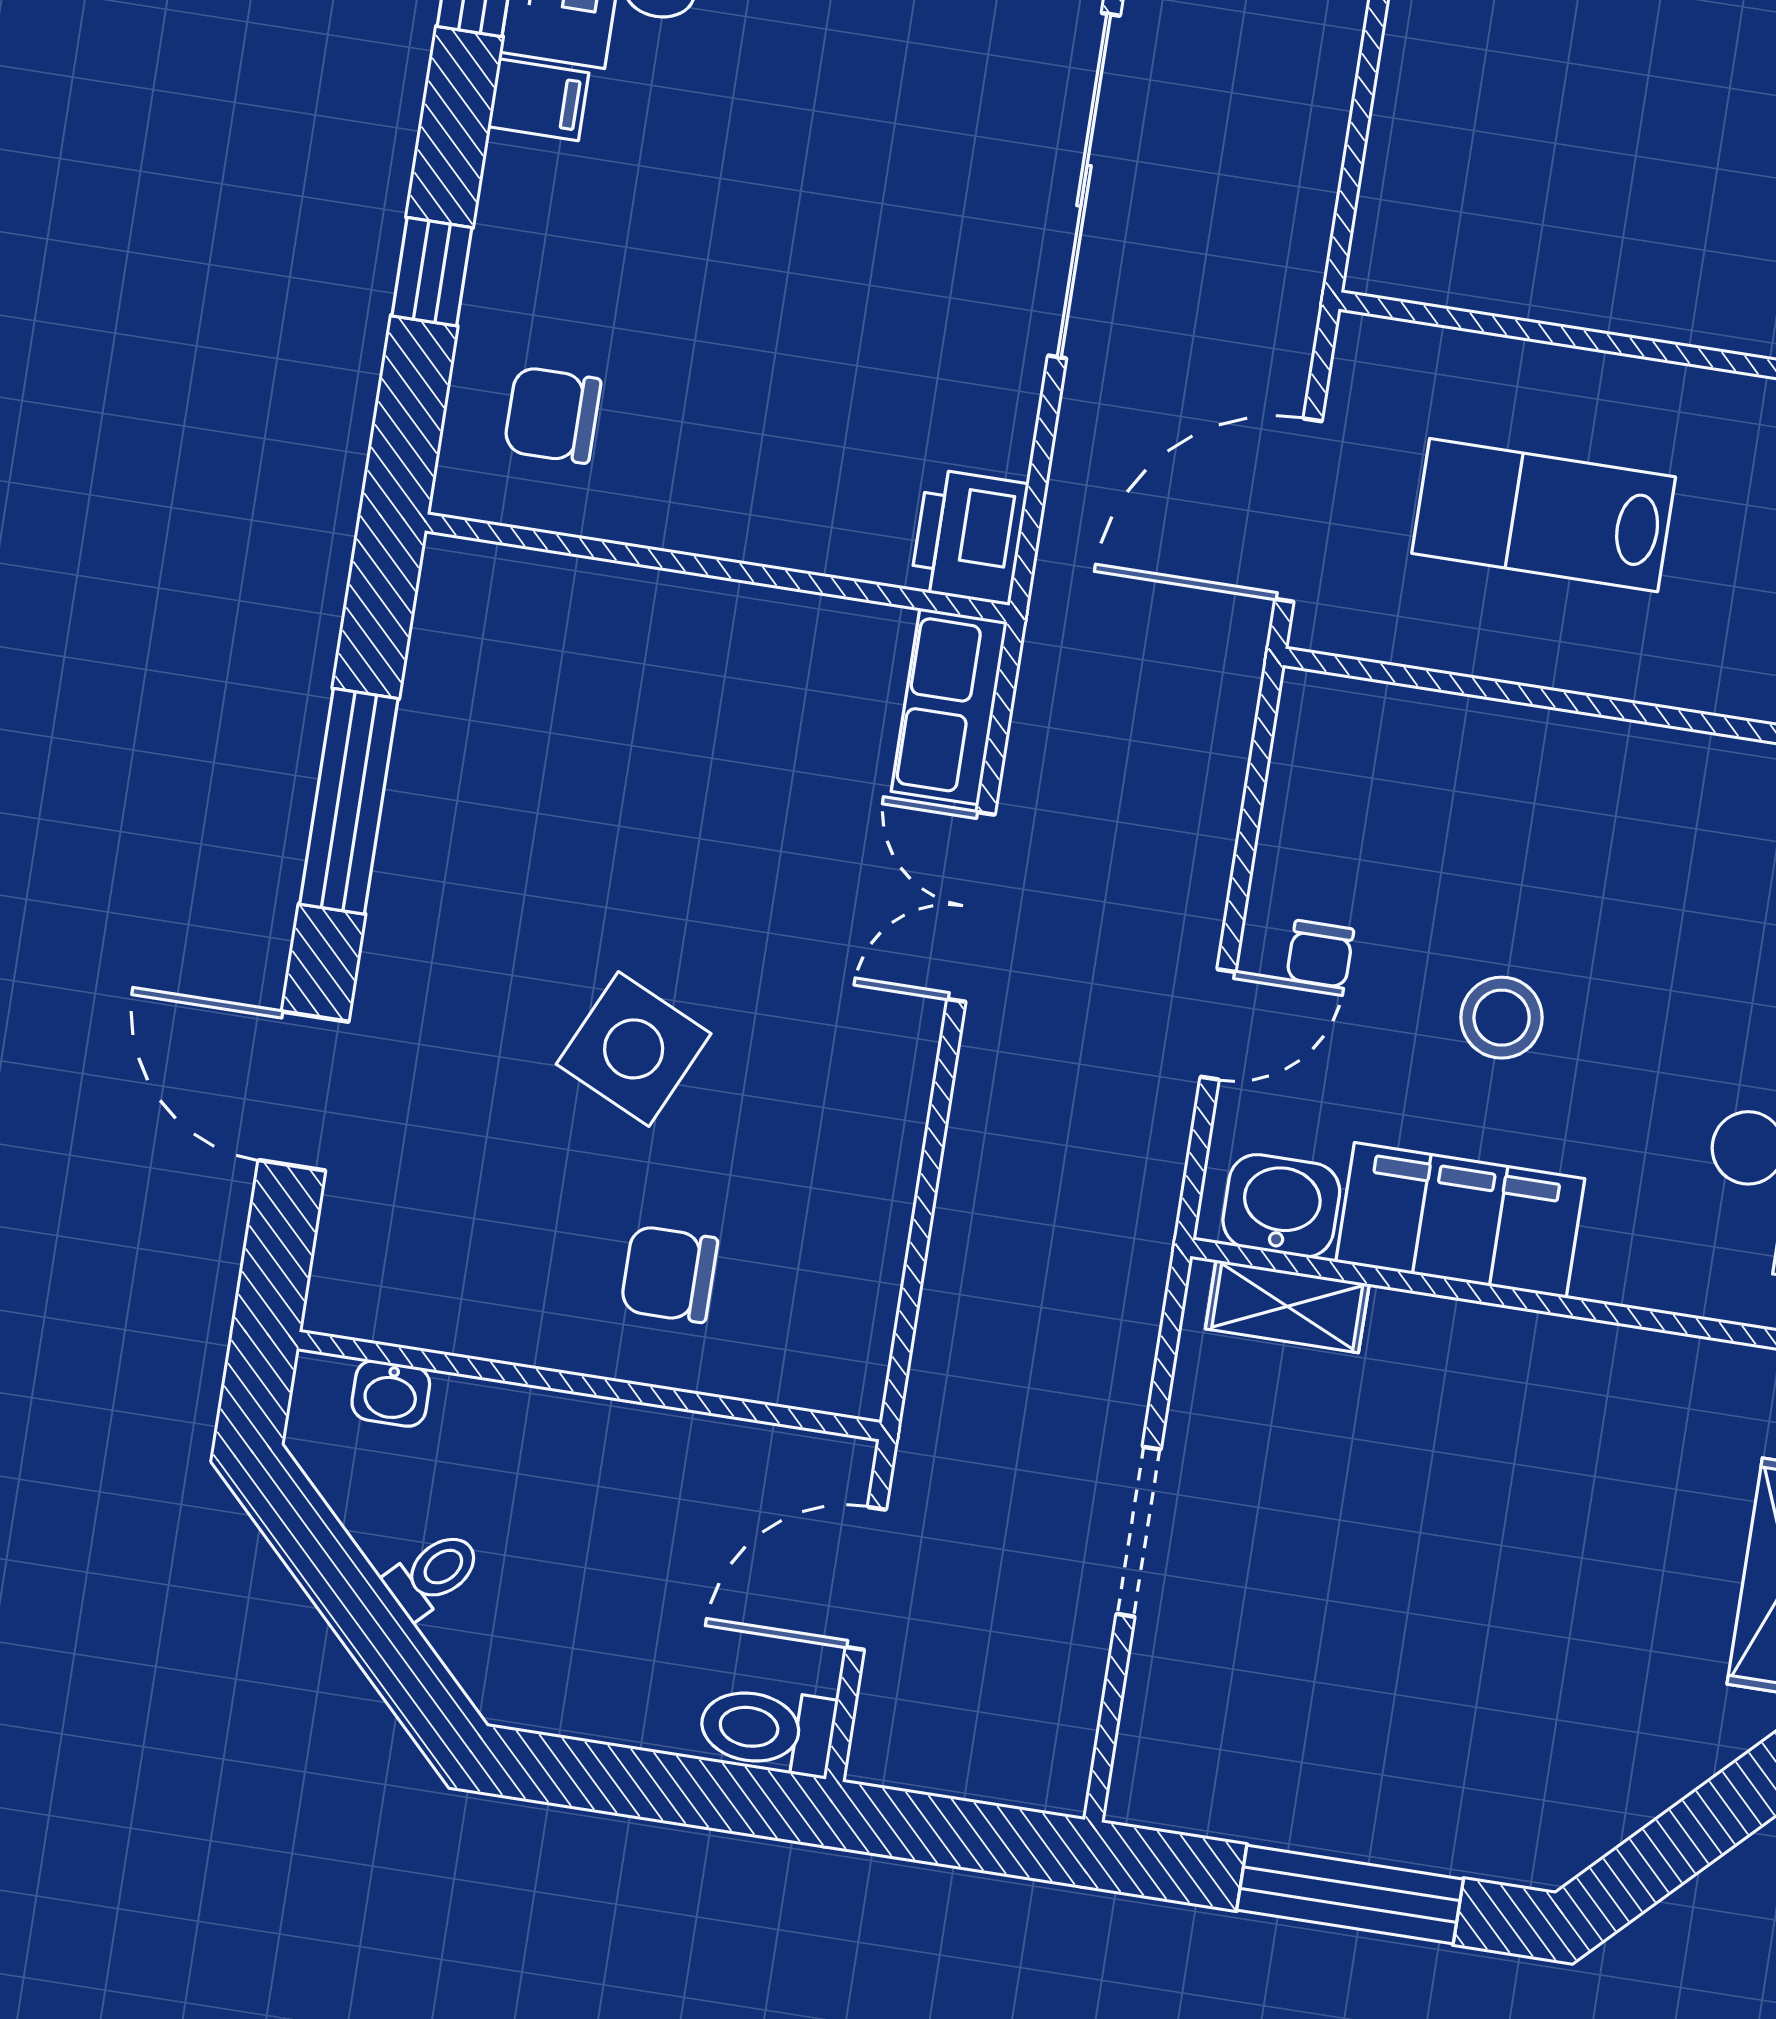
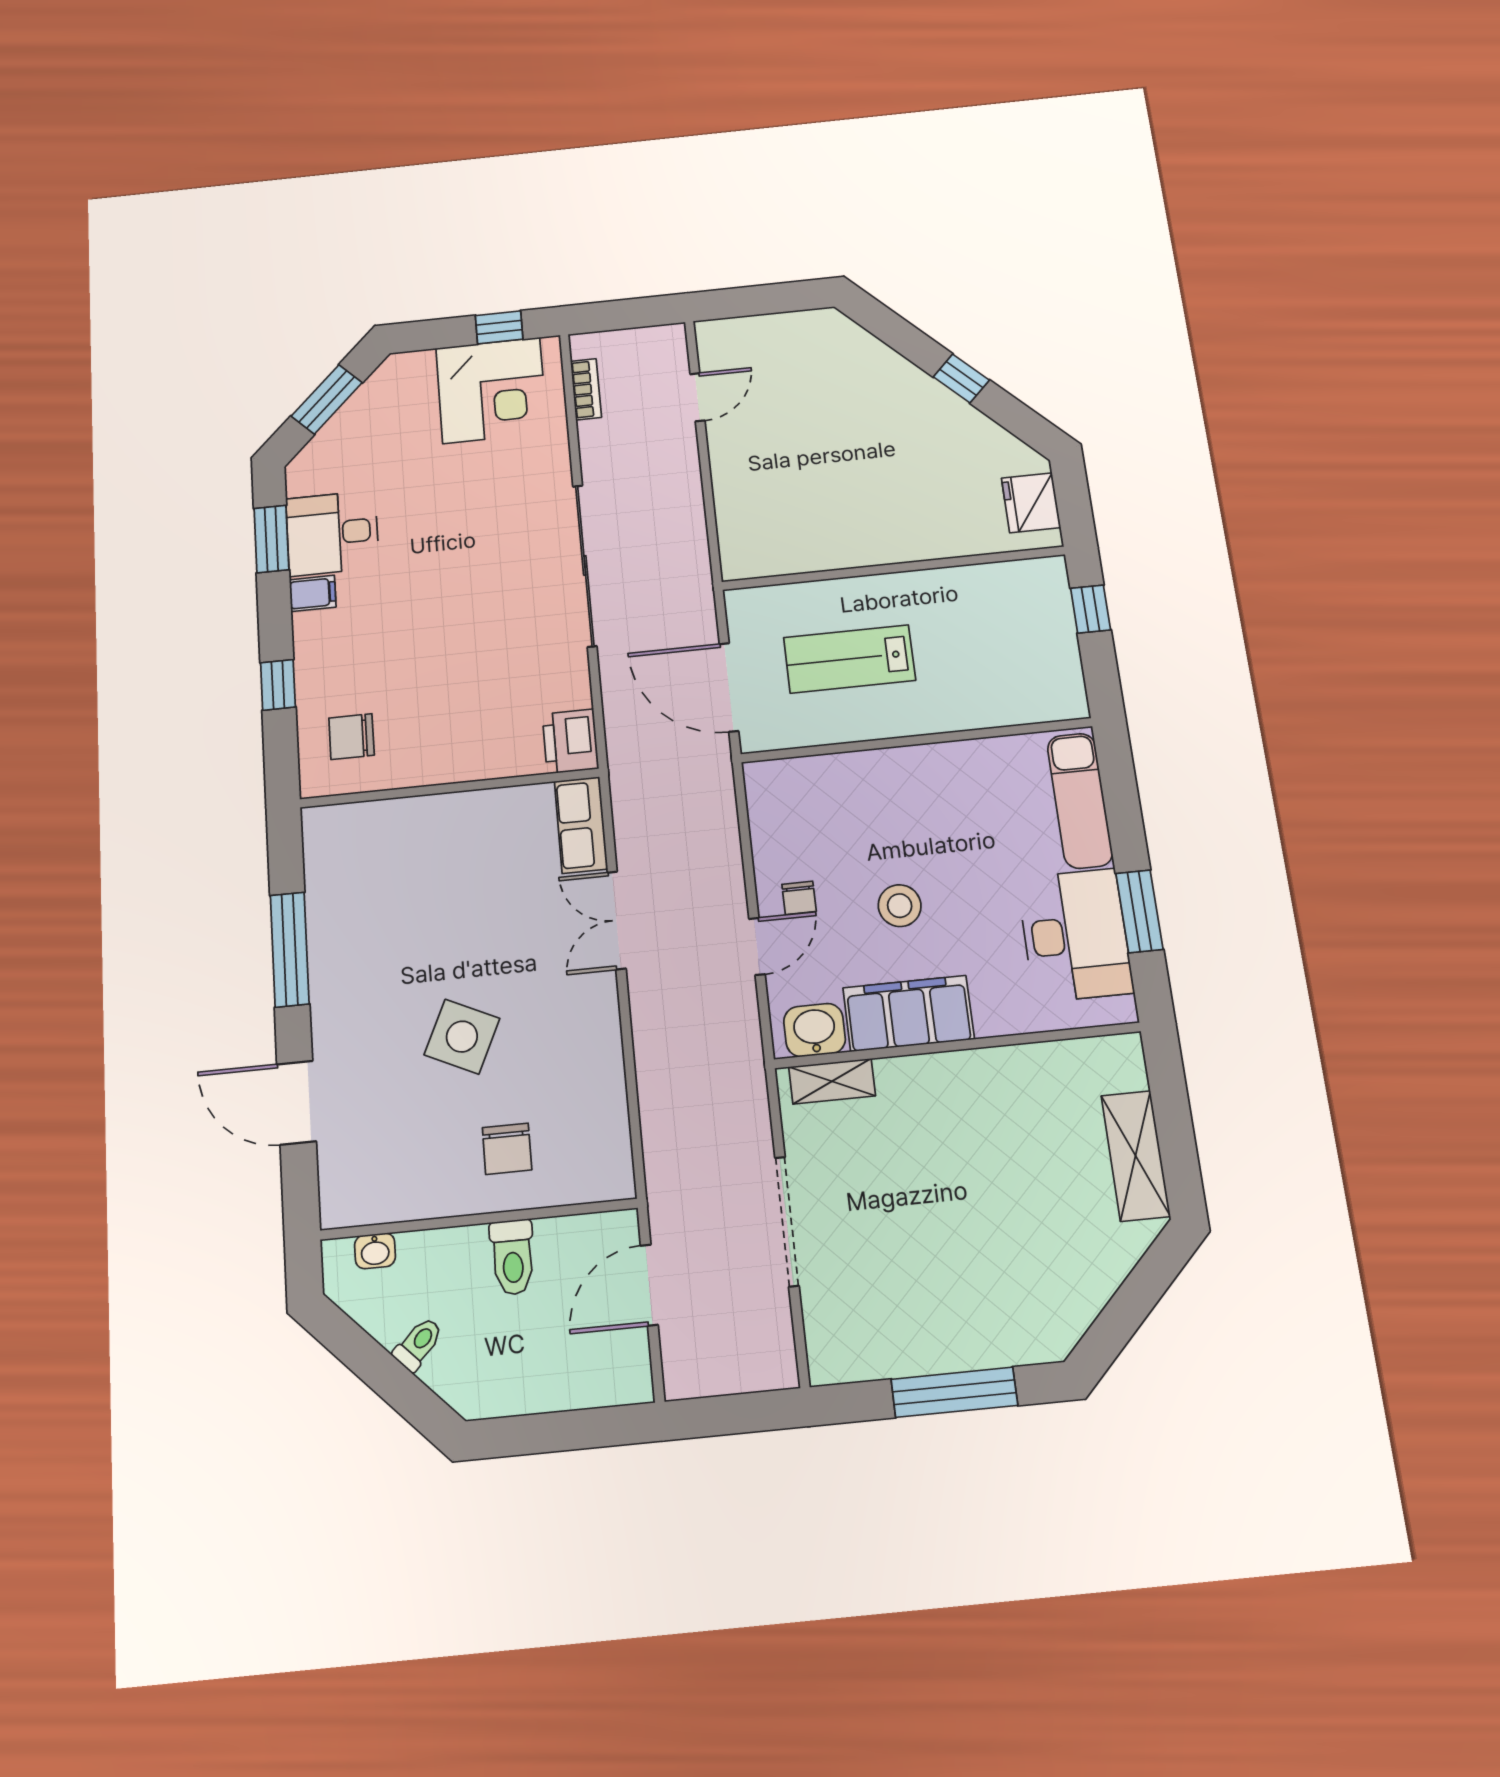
door: (1299, 510) -> (729, 687), hinge flipped
chair: (669, 1274) -> (507, 1149), turned -90
doorway: (1139, 1532) -> (787, 1221), width x1.36
toilet: (767, 1730) -> (513, 1257), moved, turned -90

